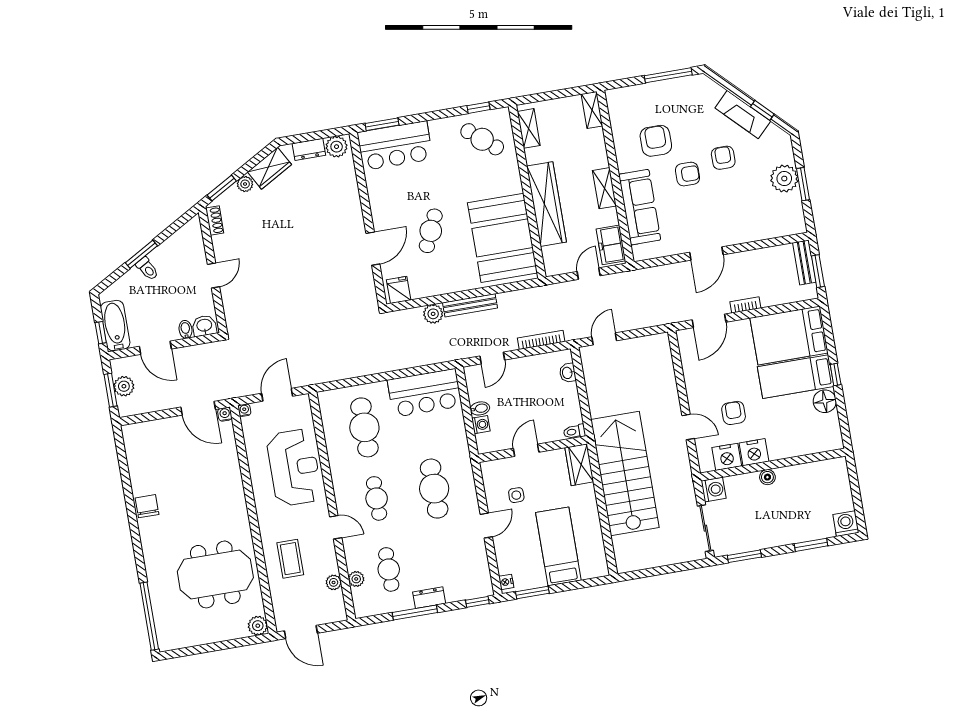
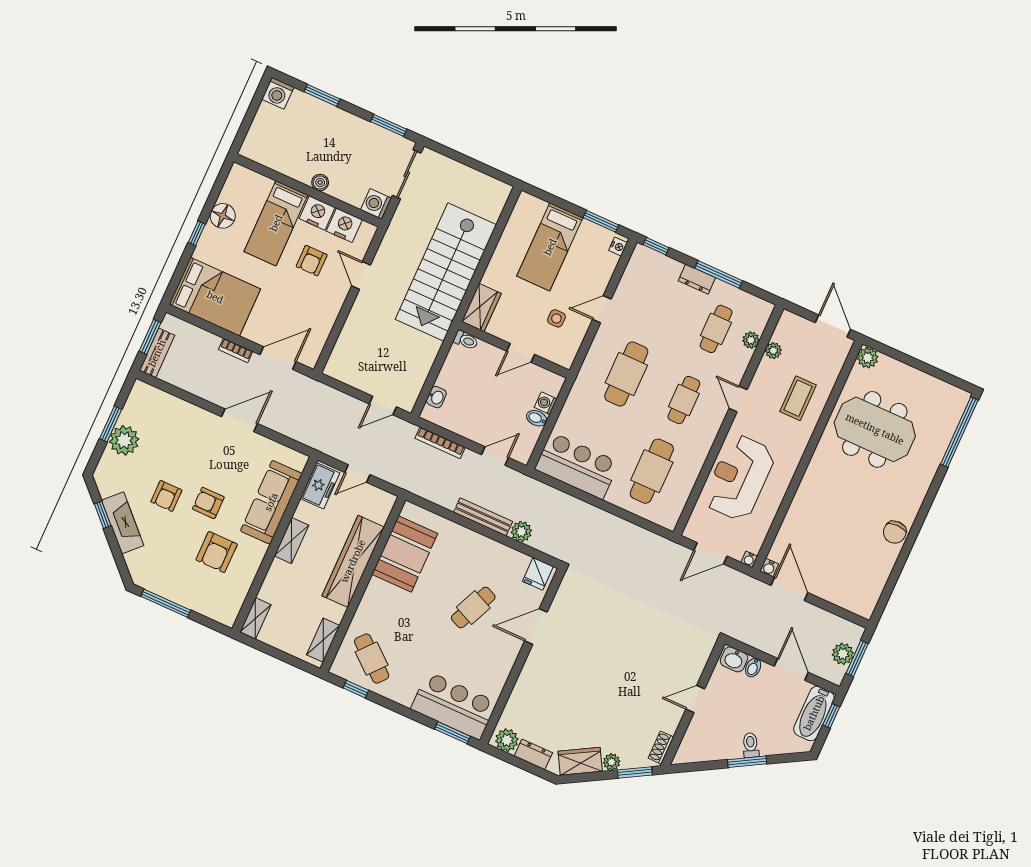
booth: (502, 238) -> (405, 554), width x0.73, depth x0.70
bed: (796, 377) -> (276, 223), moved, turned 90

